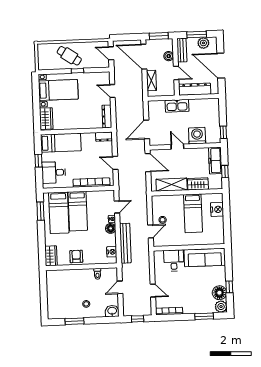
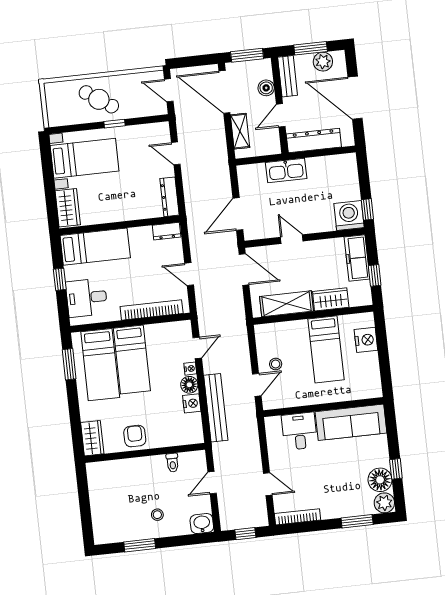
door: (176, 73) -> (281, 115), swing flipped
washing machine: (197, 136) -> (349, 216), moved
nightstand: (112, 252) -> (192, 403), moved

